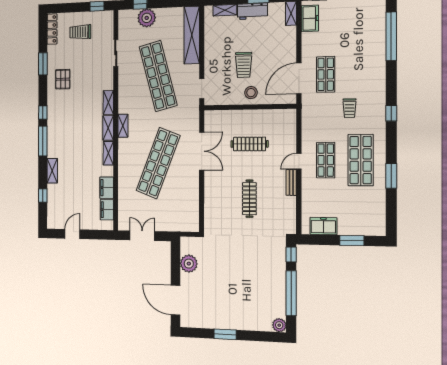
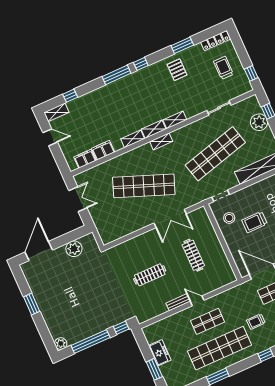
pallet: (63, 79) -> (177, 70), turned 90
stool: (251, 93) -> (229, 218), moved
shop shelf: (361, 160) -> (220, 348), width x1.40
shelving: (52, 171) -> (56, 112), moved
freezer: (323, 226) -> (160, 353), moved

